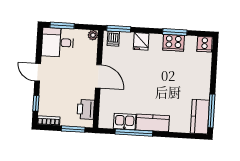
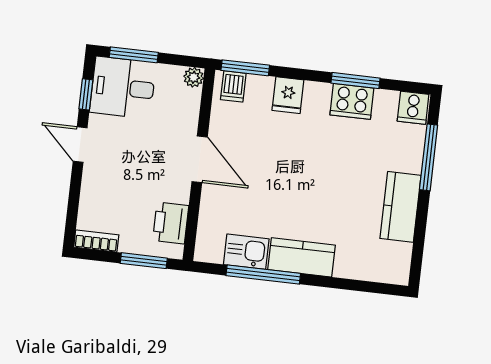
window: (36, 103) -> (86, 94), moved
window: (211, 111) -> (429, 157), moved
kitchen counter: (200, 117) -> (401, 207), moved

